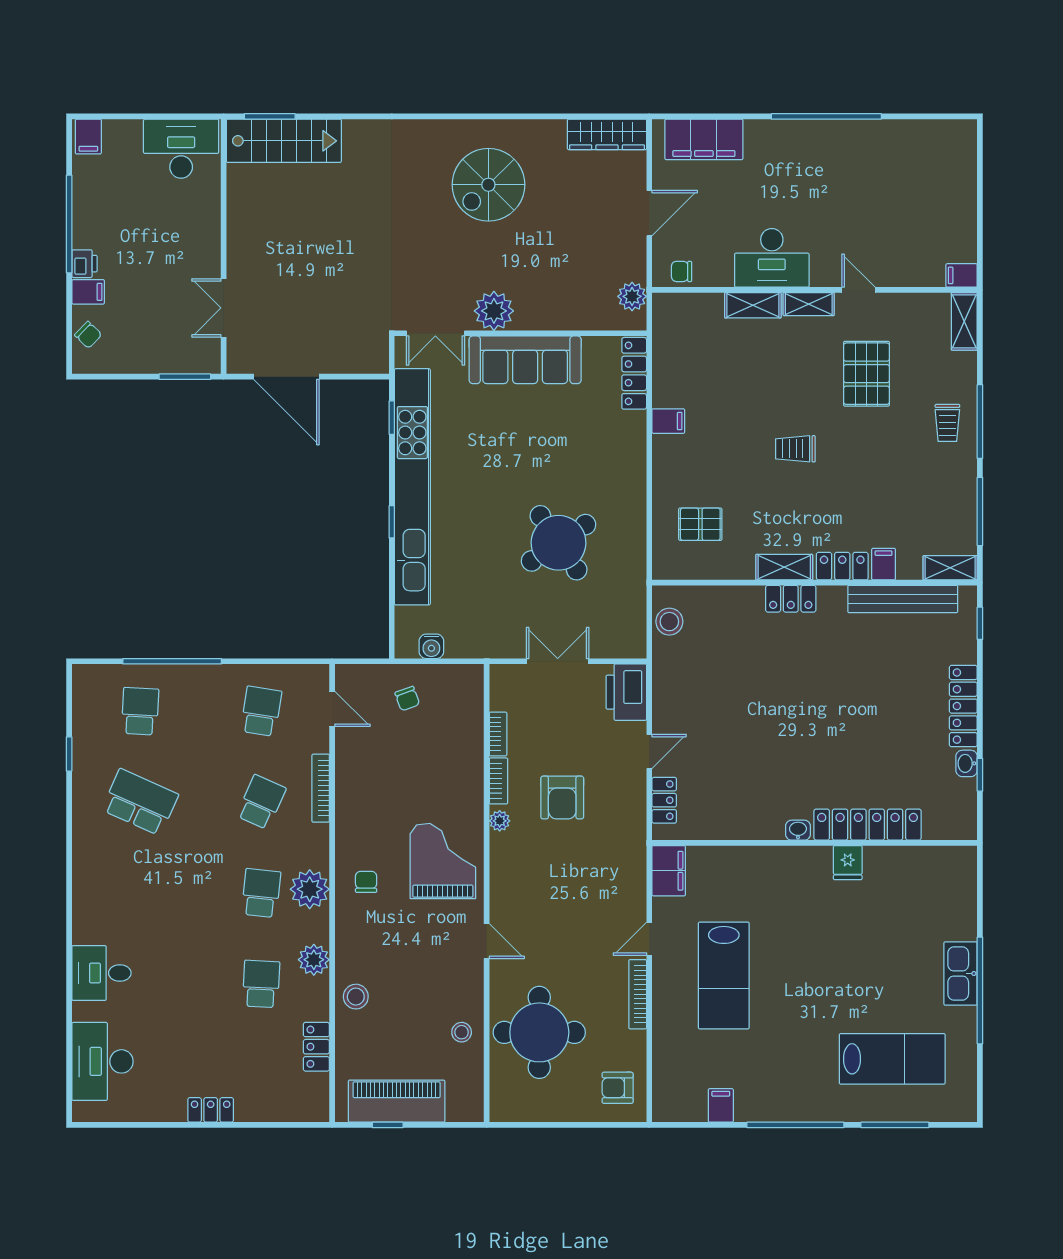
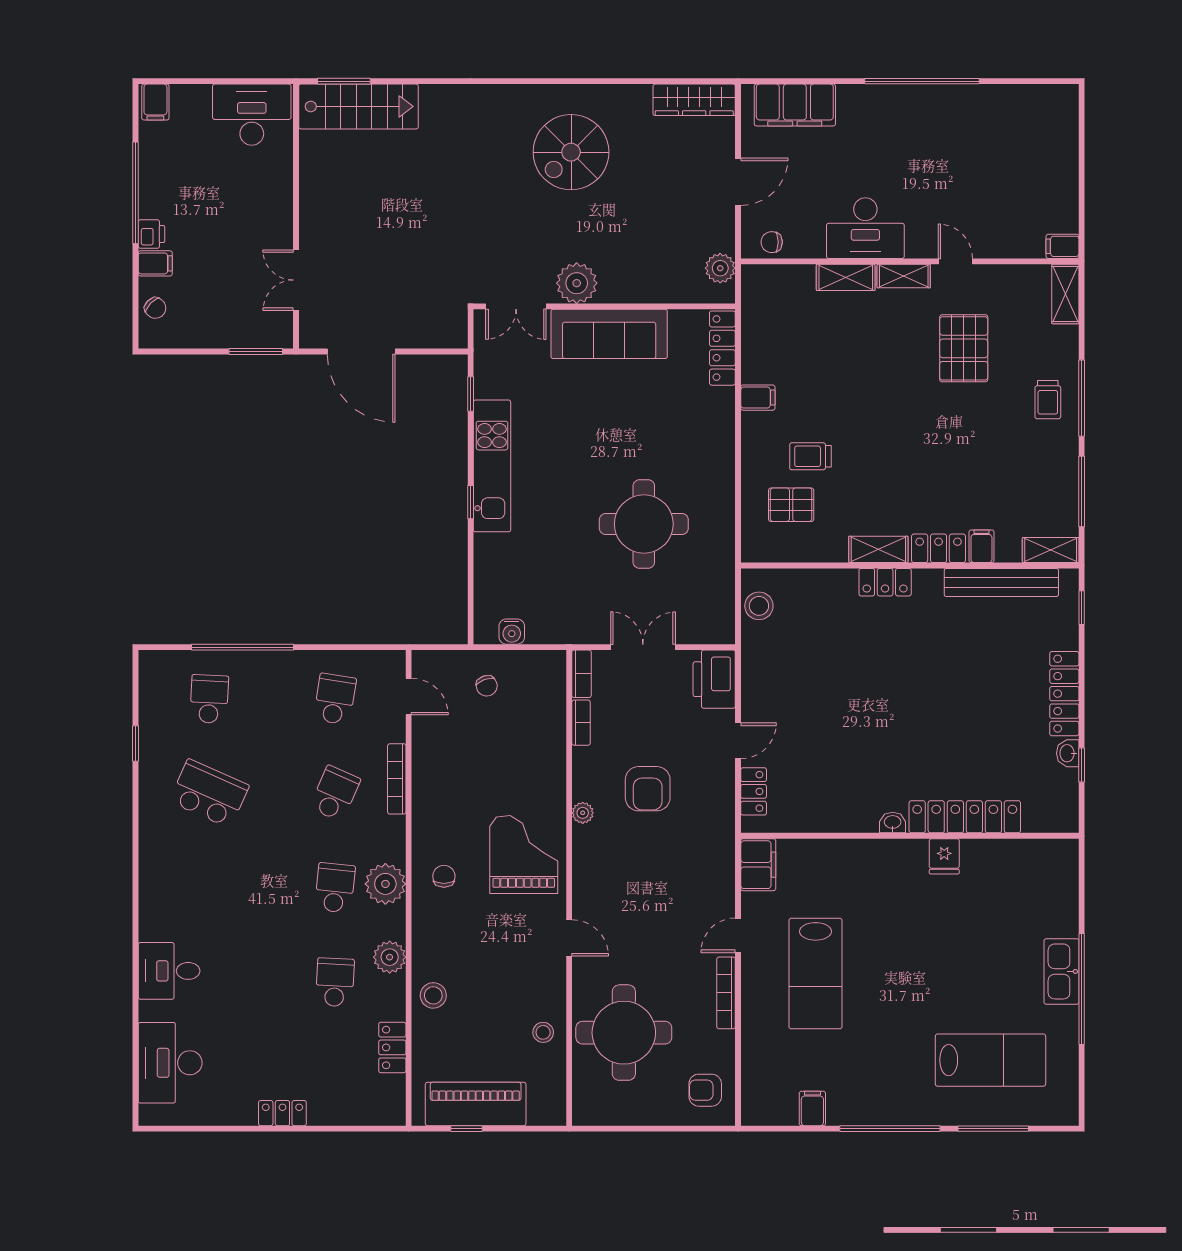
trolley: (795, 449) -> (810, 456), moved
kitchen unit: (412, 487) -> (492, 466), width x0.54
round table: (559, 543) -> (644, 524), turned 34
bookcase: (499, 781) -> (581, 674), moved

